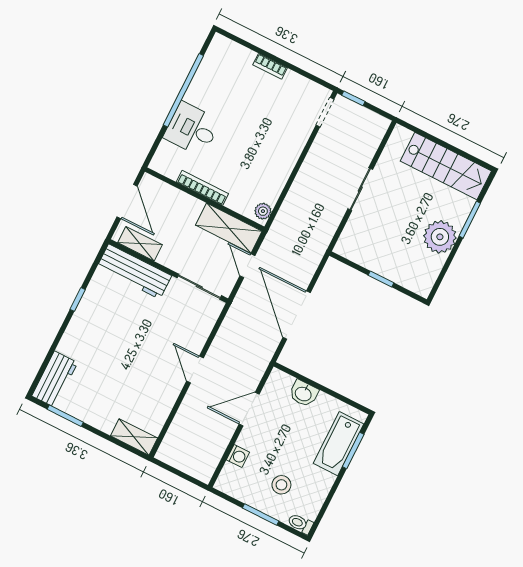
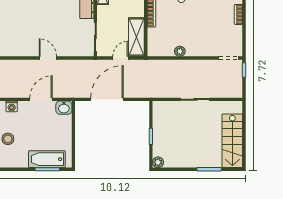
plant: (263, 211) -> (180, 51), moved
plant: (440, 237) -> (158, 162), moved, width x0.53, depth x0.53
door: (195, 370) -> (48, 58), hinge flipped
washbasin: (303, 393) -> (64, 108), moved, turned -90
door: (249, 409) -> (41, 99), hinge flipped

